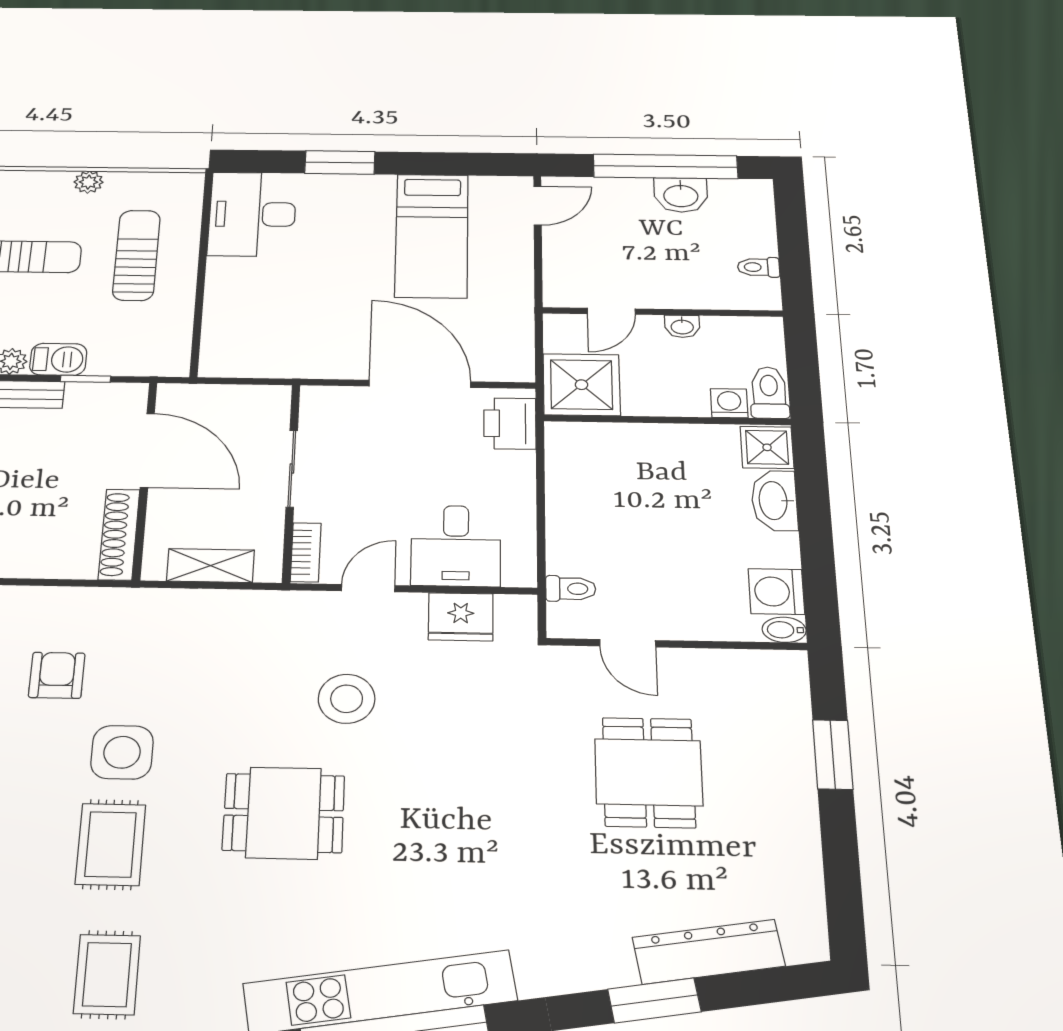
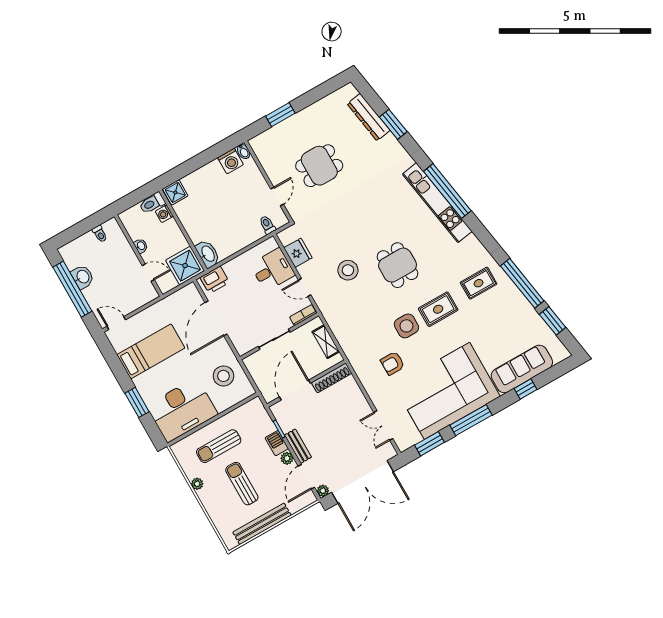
desk: (252, 214) -> (182, 410), width x1.36, depth x1.30
stool: (281, 336) -> (223, 376), added
washbasin: (774, 501) -> (208, 254), moved, turned -90

